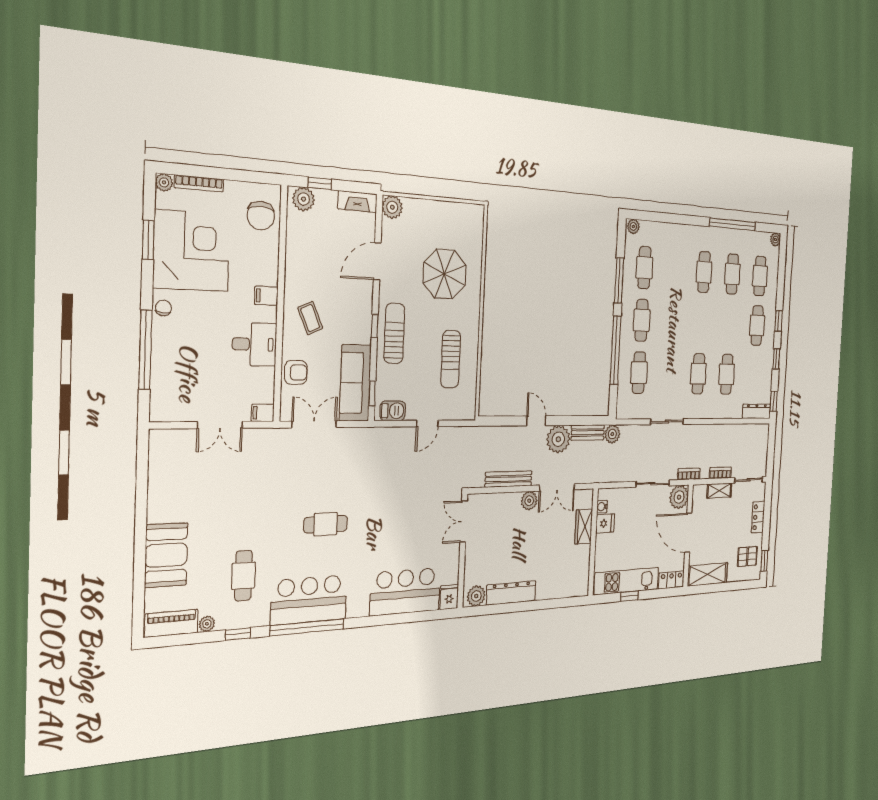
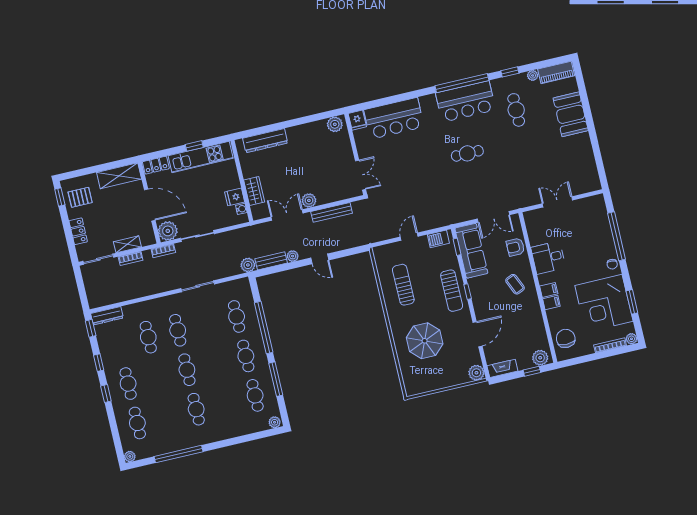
cafe table: (732, 274) -> (187, 370), moved
filing cabinet: (263, 413) -> (551, 303), moved
plant: (558, 439) -> (293, 256), width x0.53, depth x0.53
dresser: (511, 593) -> (265, 141), moved

